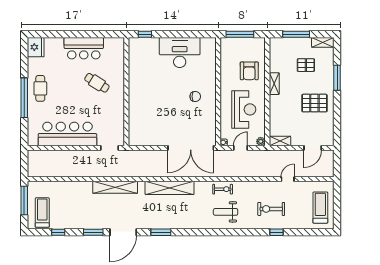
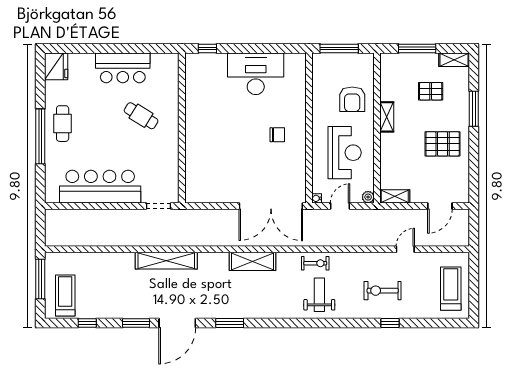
shelving: (170, 188) -> (252, 261), width x0.68
weight bench: (226, 212) -> (319, 295), turned 90

